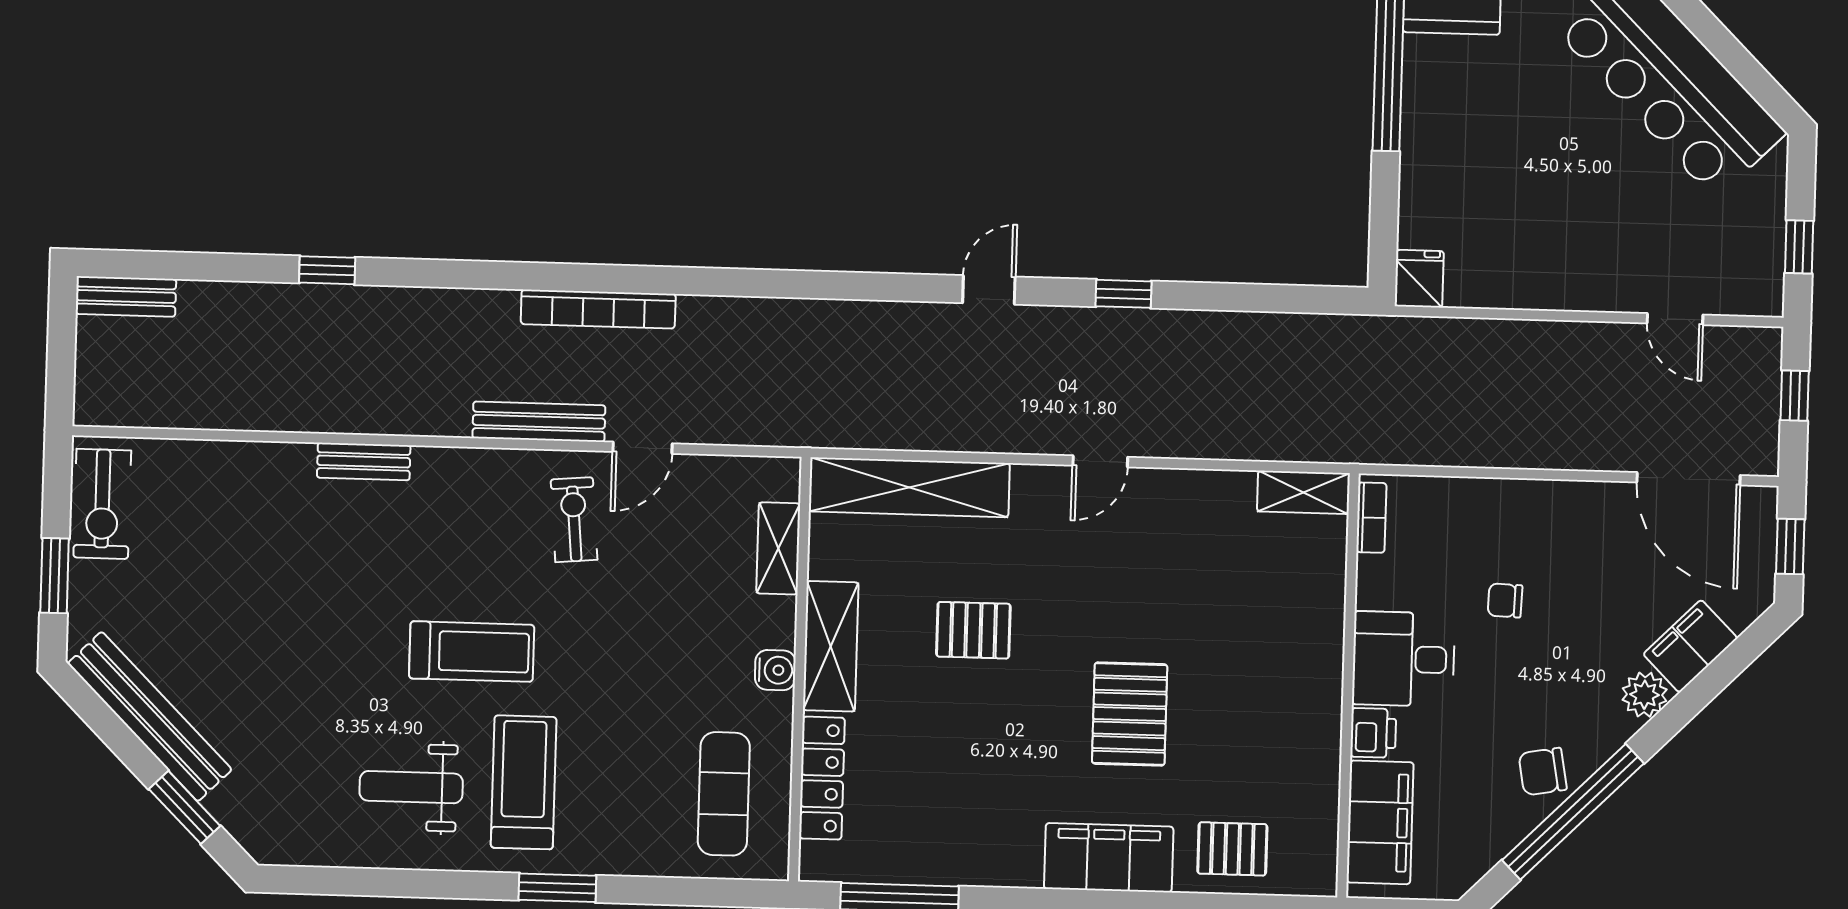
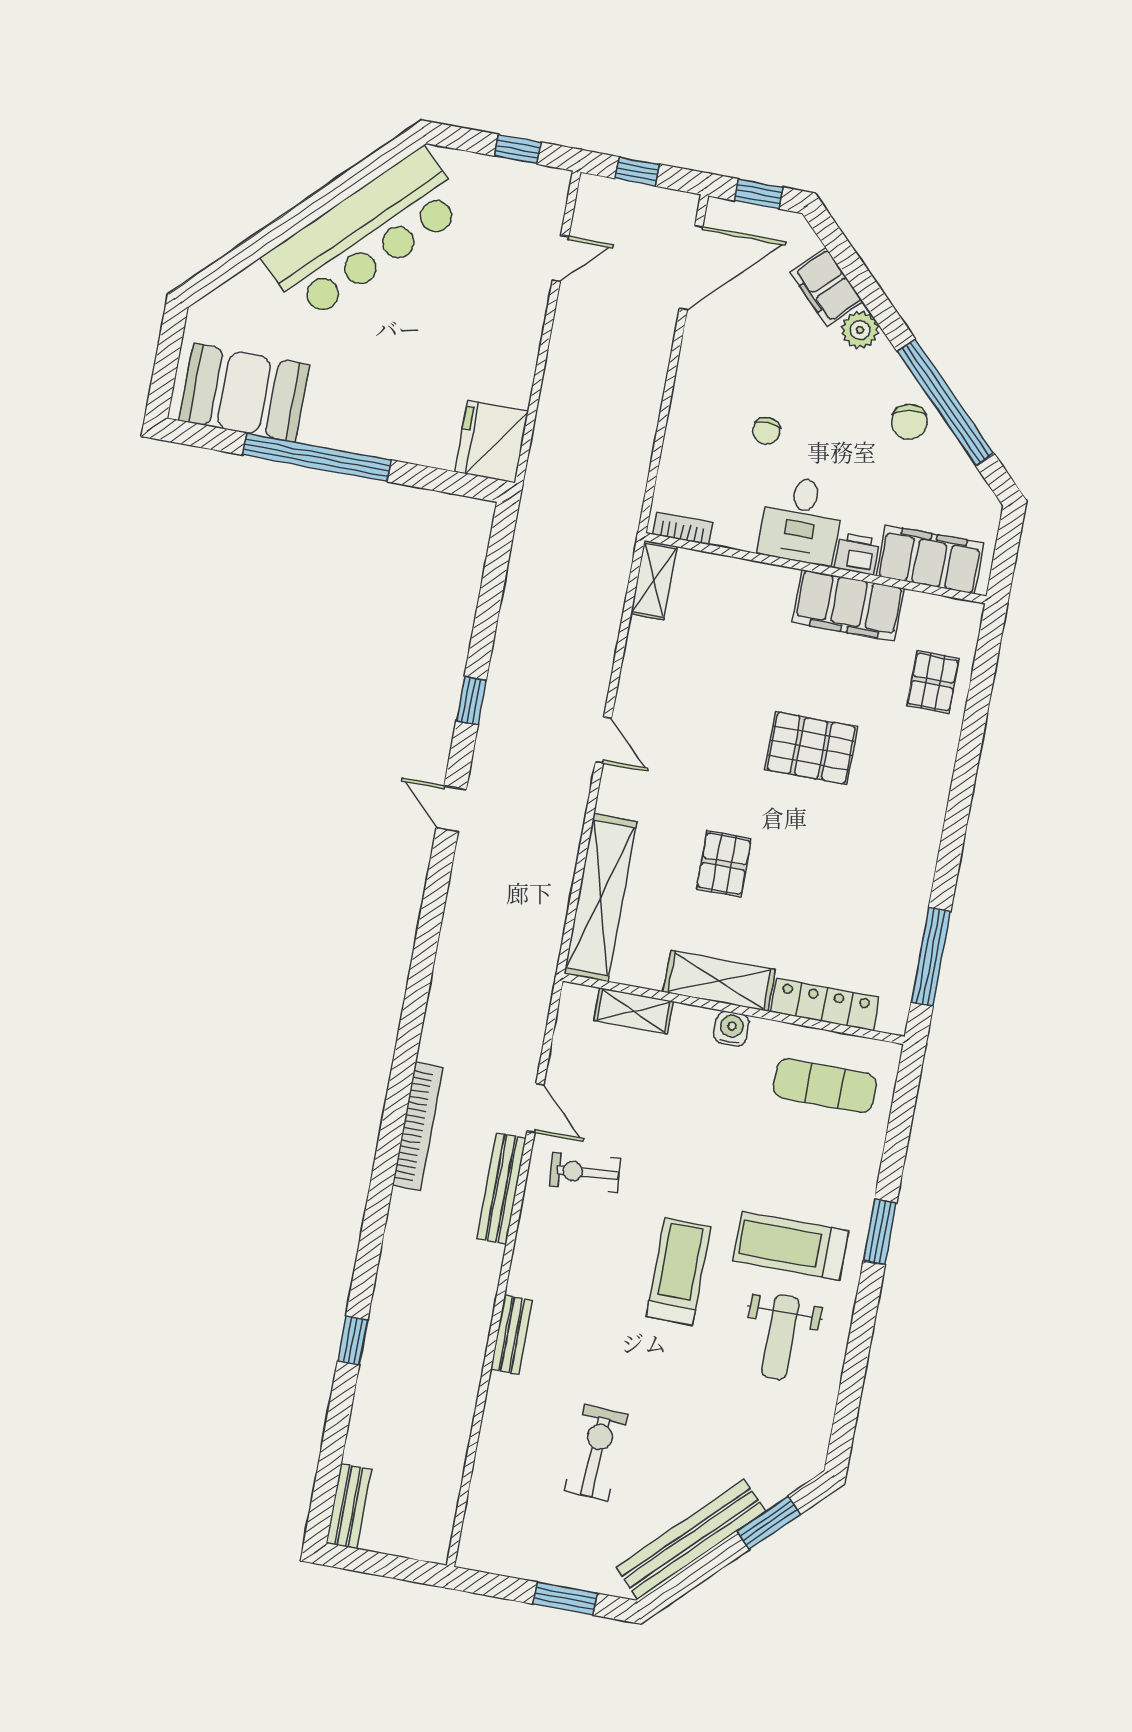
fridge: (1419, 279) -> (491, 442), width x1.88, depth x1.34
exercise bike: (102, 504) -> (596, 1453), moved, turned -87
filing cabinet: (1109, 858) -> (848, 605), moved, turned -90

